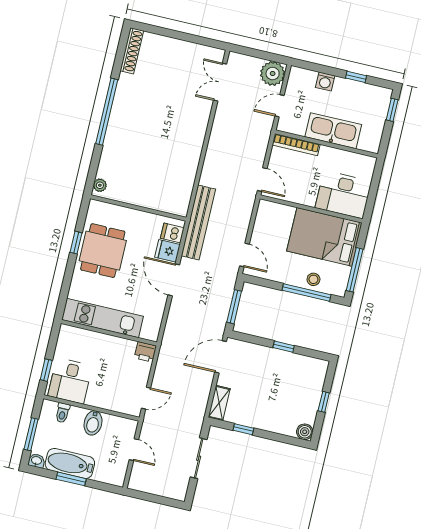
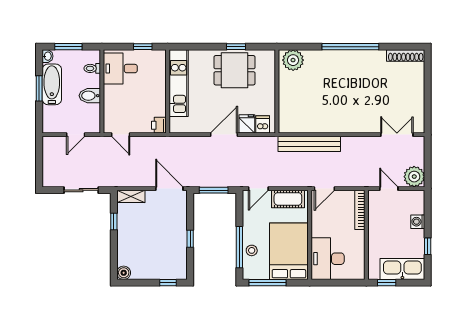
window: (392, 110) -> (387, 283), moved
kitchen sink: (333, 131) -> (402, 269), moved, turned -90
plant: (100, 185) -> (293, 60), width x1.87, depth x1.87
bench: (198, 222) -> (309, 144), moved
cot: (264, 224) -> (288, 199), added
window: (46, 370) -> (143, 47), moved
window: (324, 402) -> (168, 283), moved

